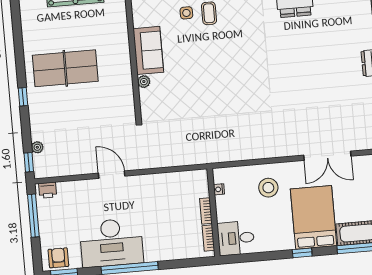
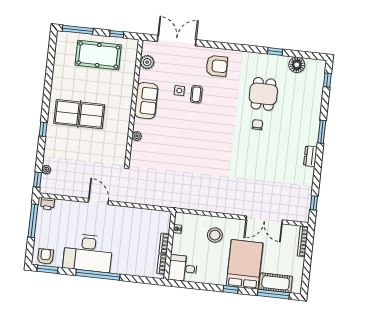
chair: (294, 37) -> (257, 125), added
sofa: (148, 50) -> (146, 101), moved

